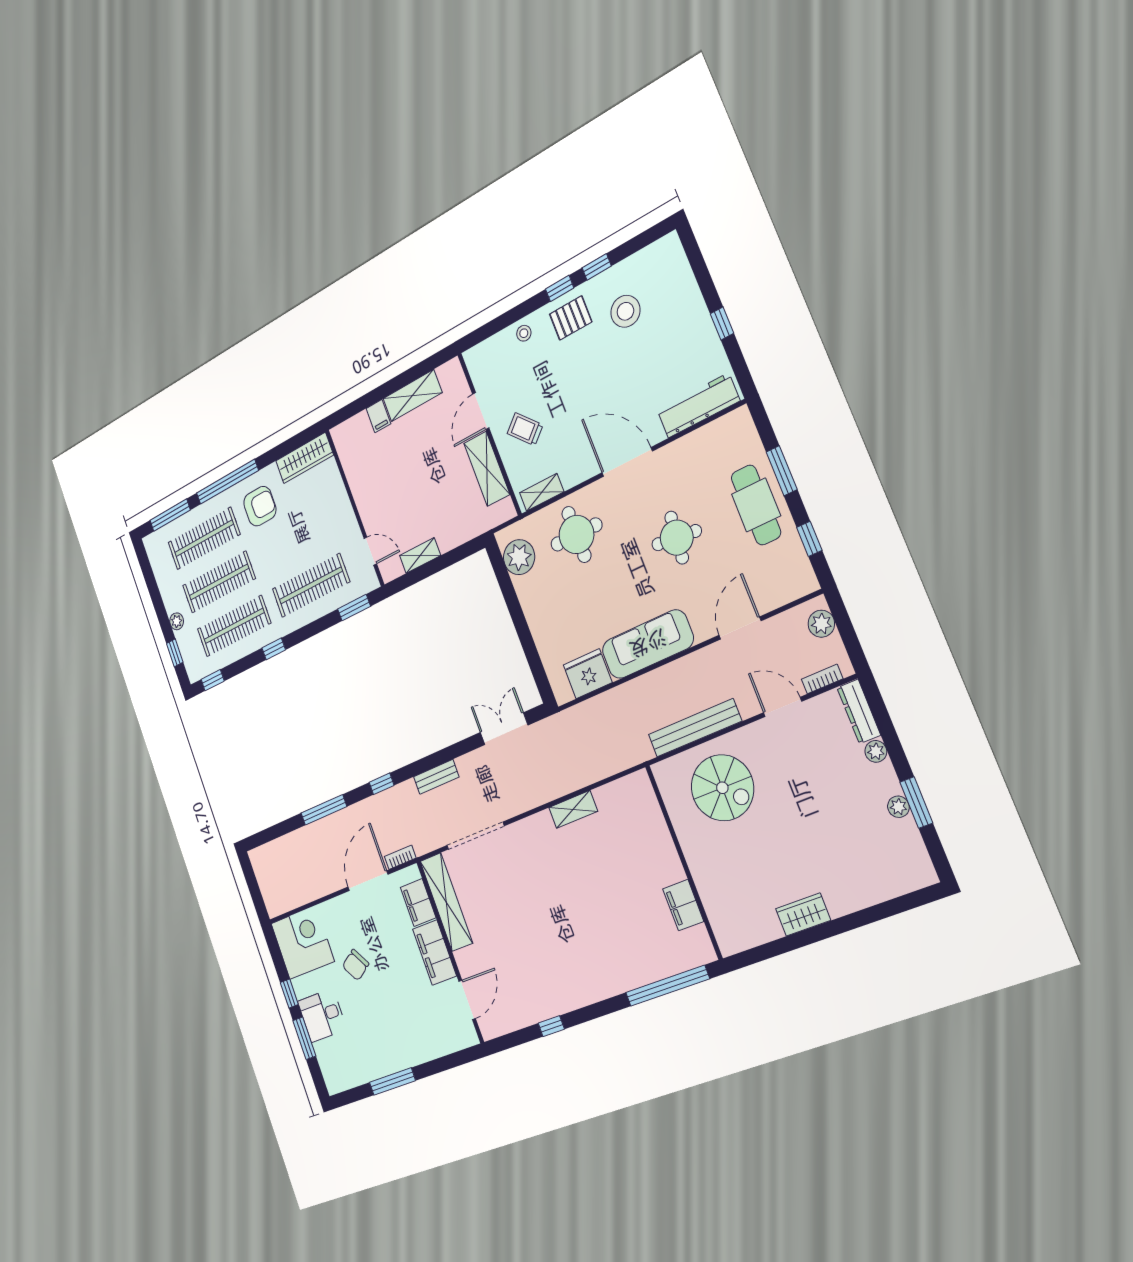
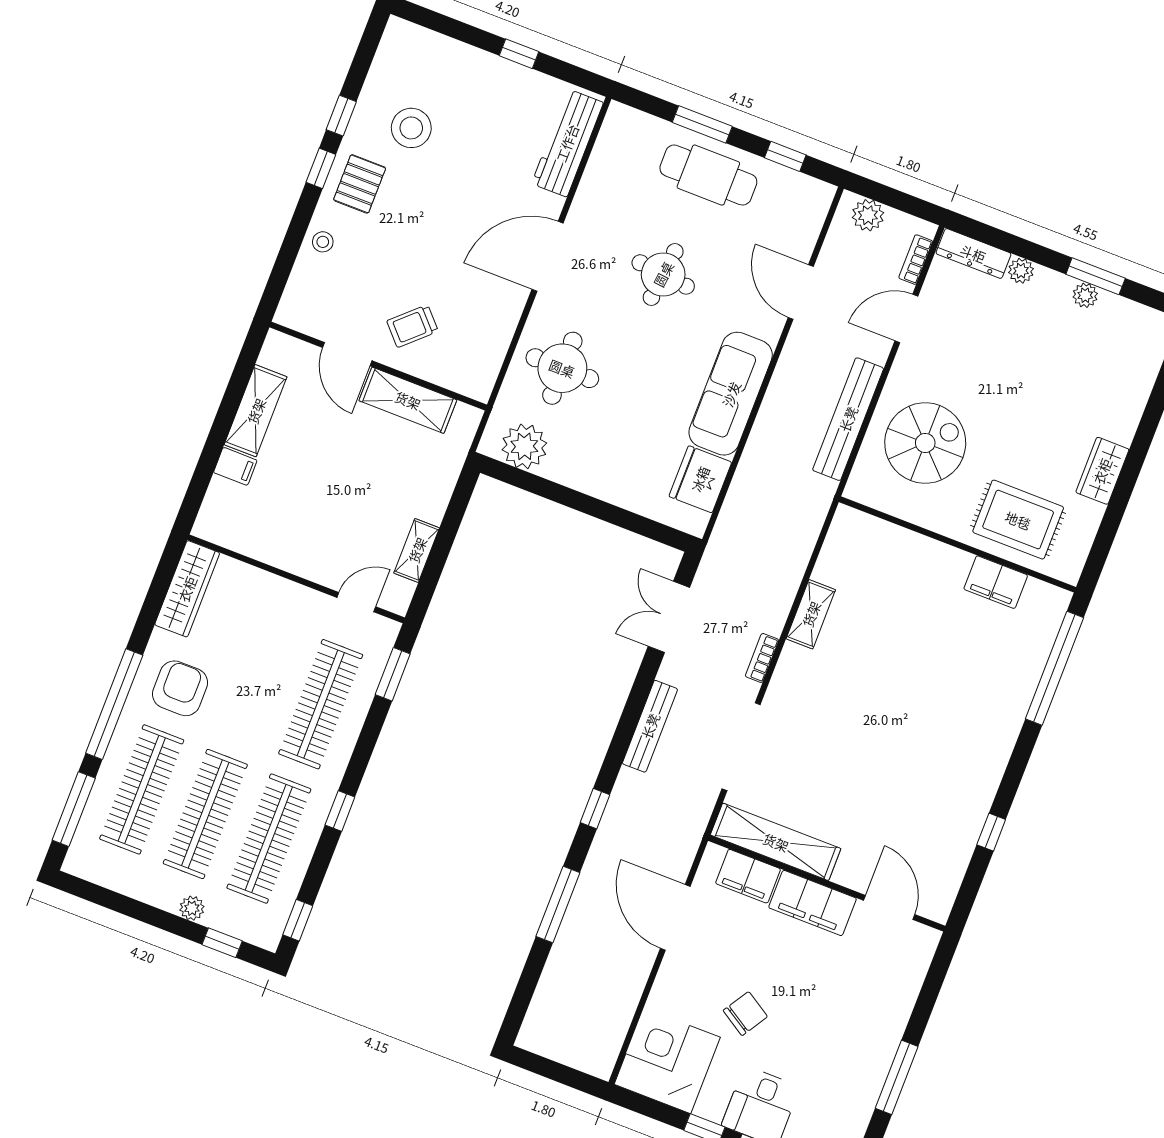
shelving: (542, 492) -> (488, 365), removed
bench: (436, 777) -> (650, 726), width x1.36
bookcase: (400, 857) -> (762, 658), moved
rug: (729, 887) -> (1018, 520), added
chair: (356, 965) -> (745, 1014), turned -116

